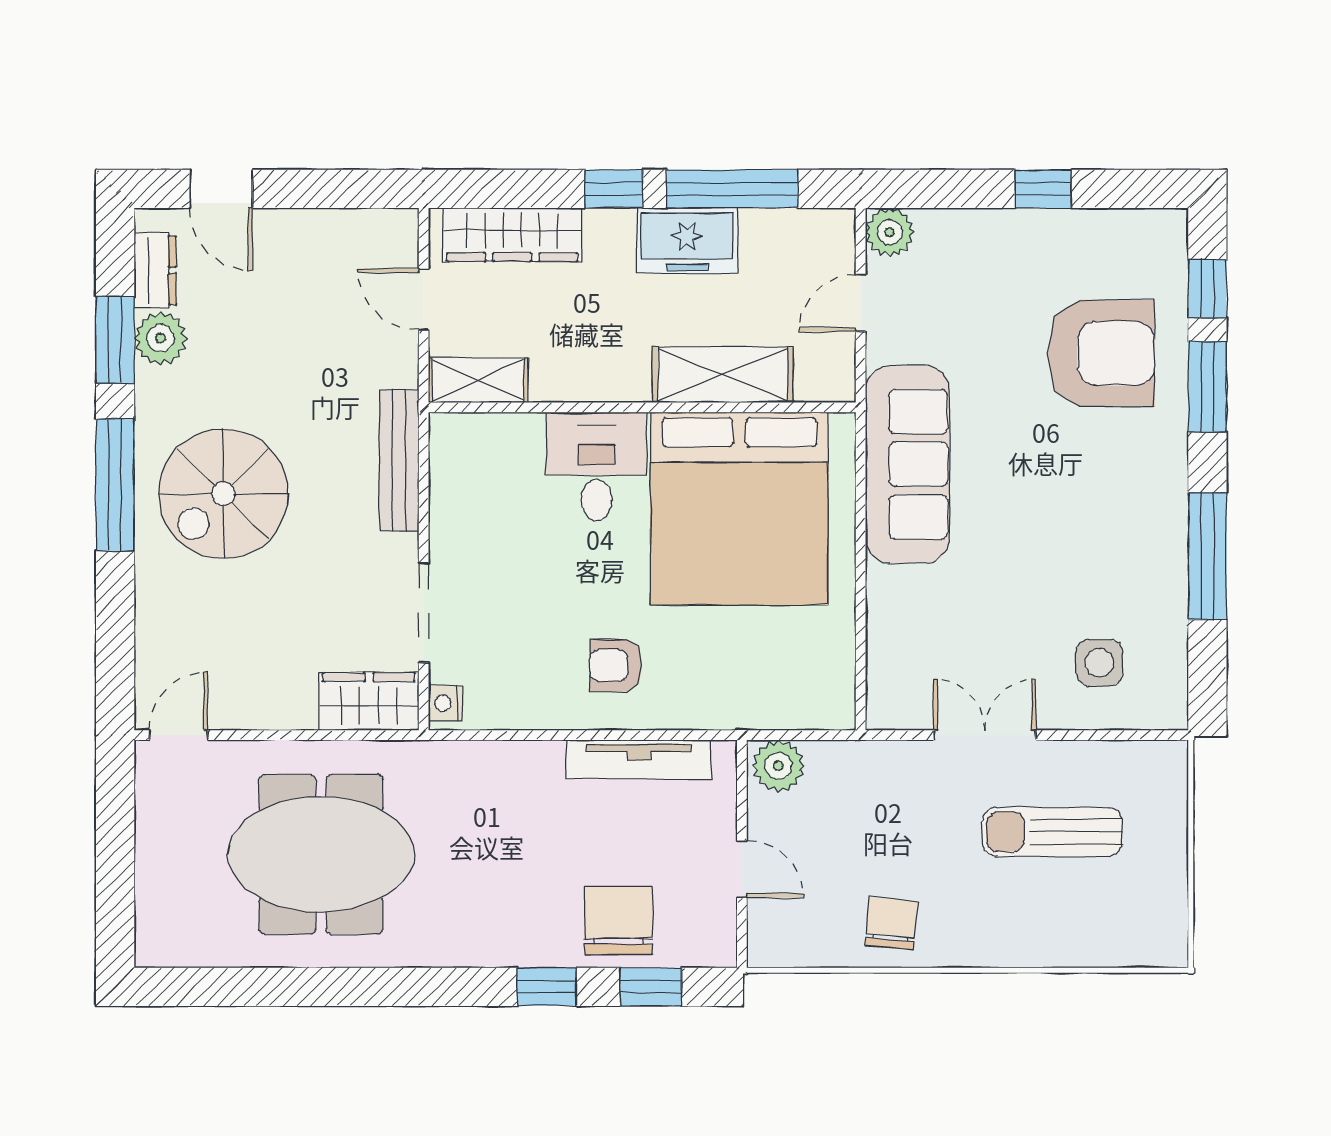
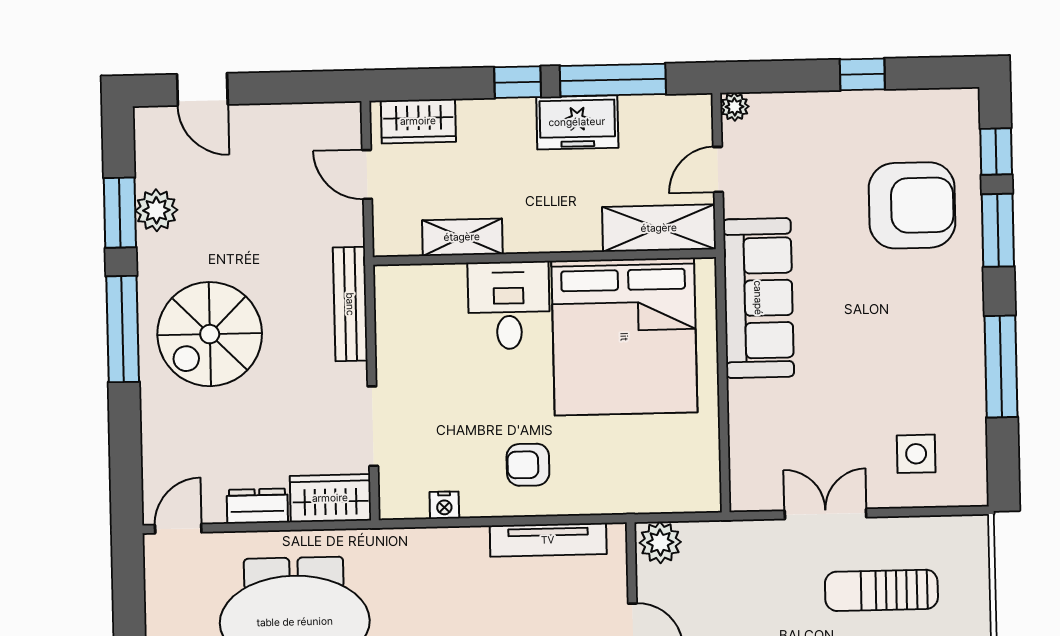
plant: (890, 232) -> (735, 107), width x0.73, depth x0.73
wardrobe: (512, 235) -> (418, 121), width x0.67
dresser: (155, 270) -> (257, 506), moved, turned -90
shelving: (723, 374) -> (659, 228), moved
shelving: (478, 380) -> (462, 237), moved
nightstand: (445, 703) -> (444, 505), moved, turned -90

